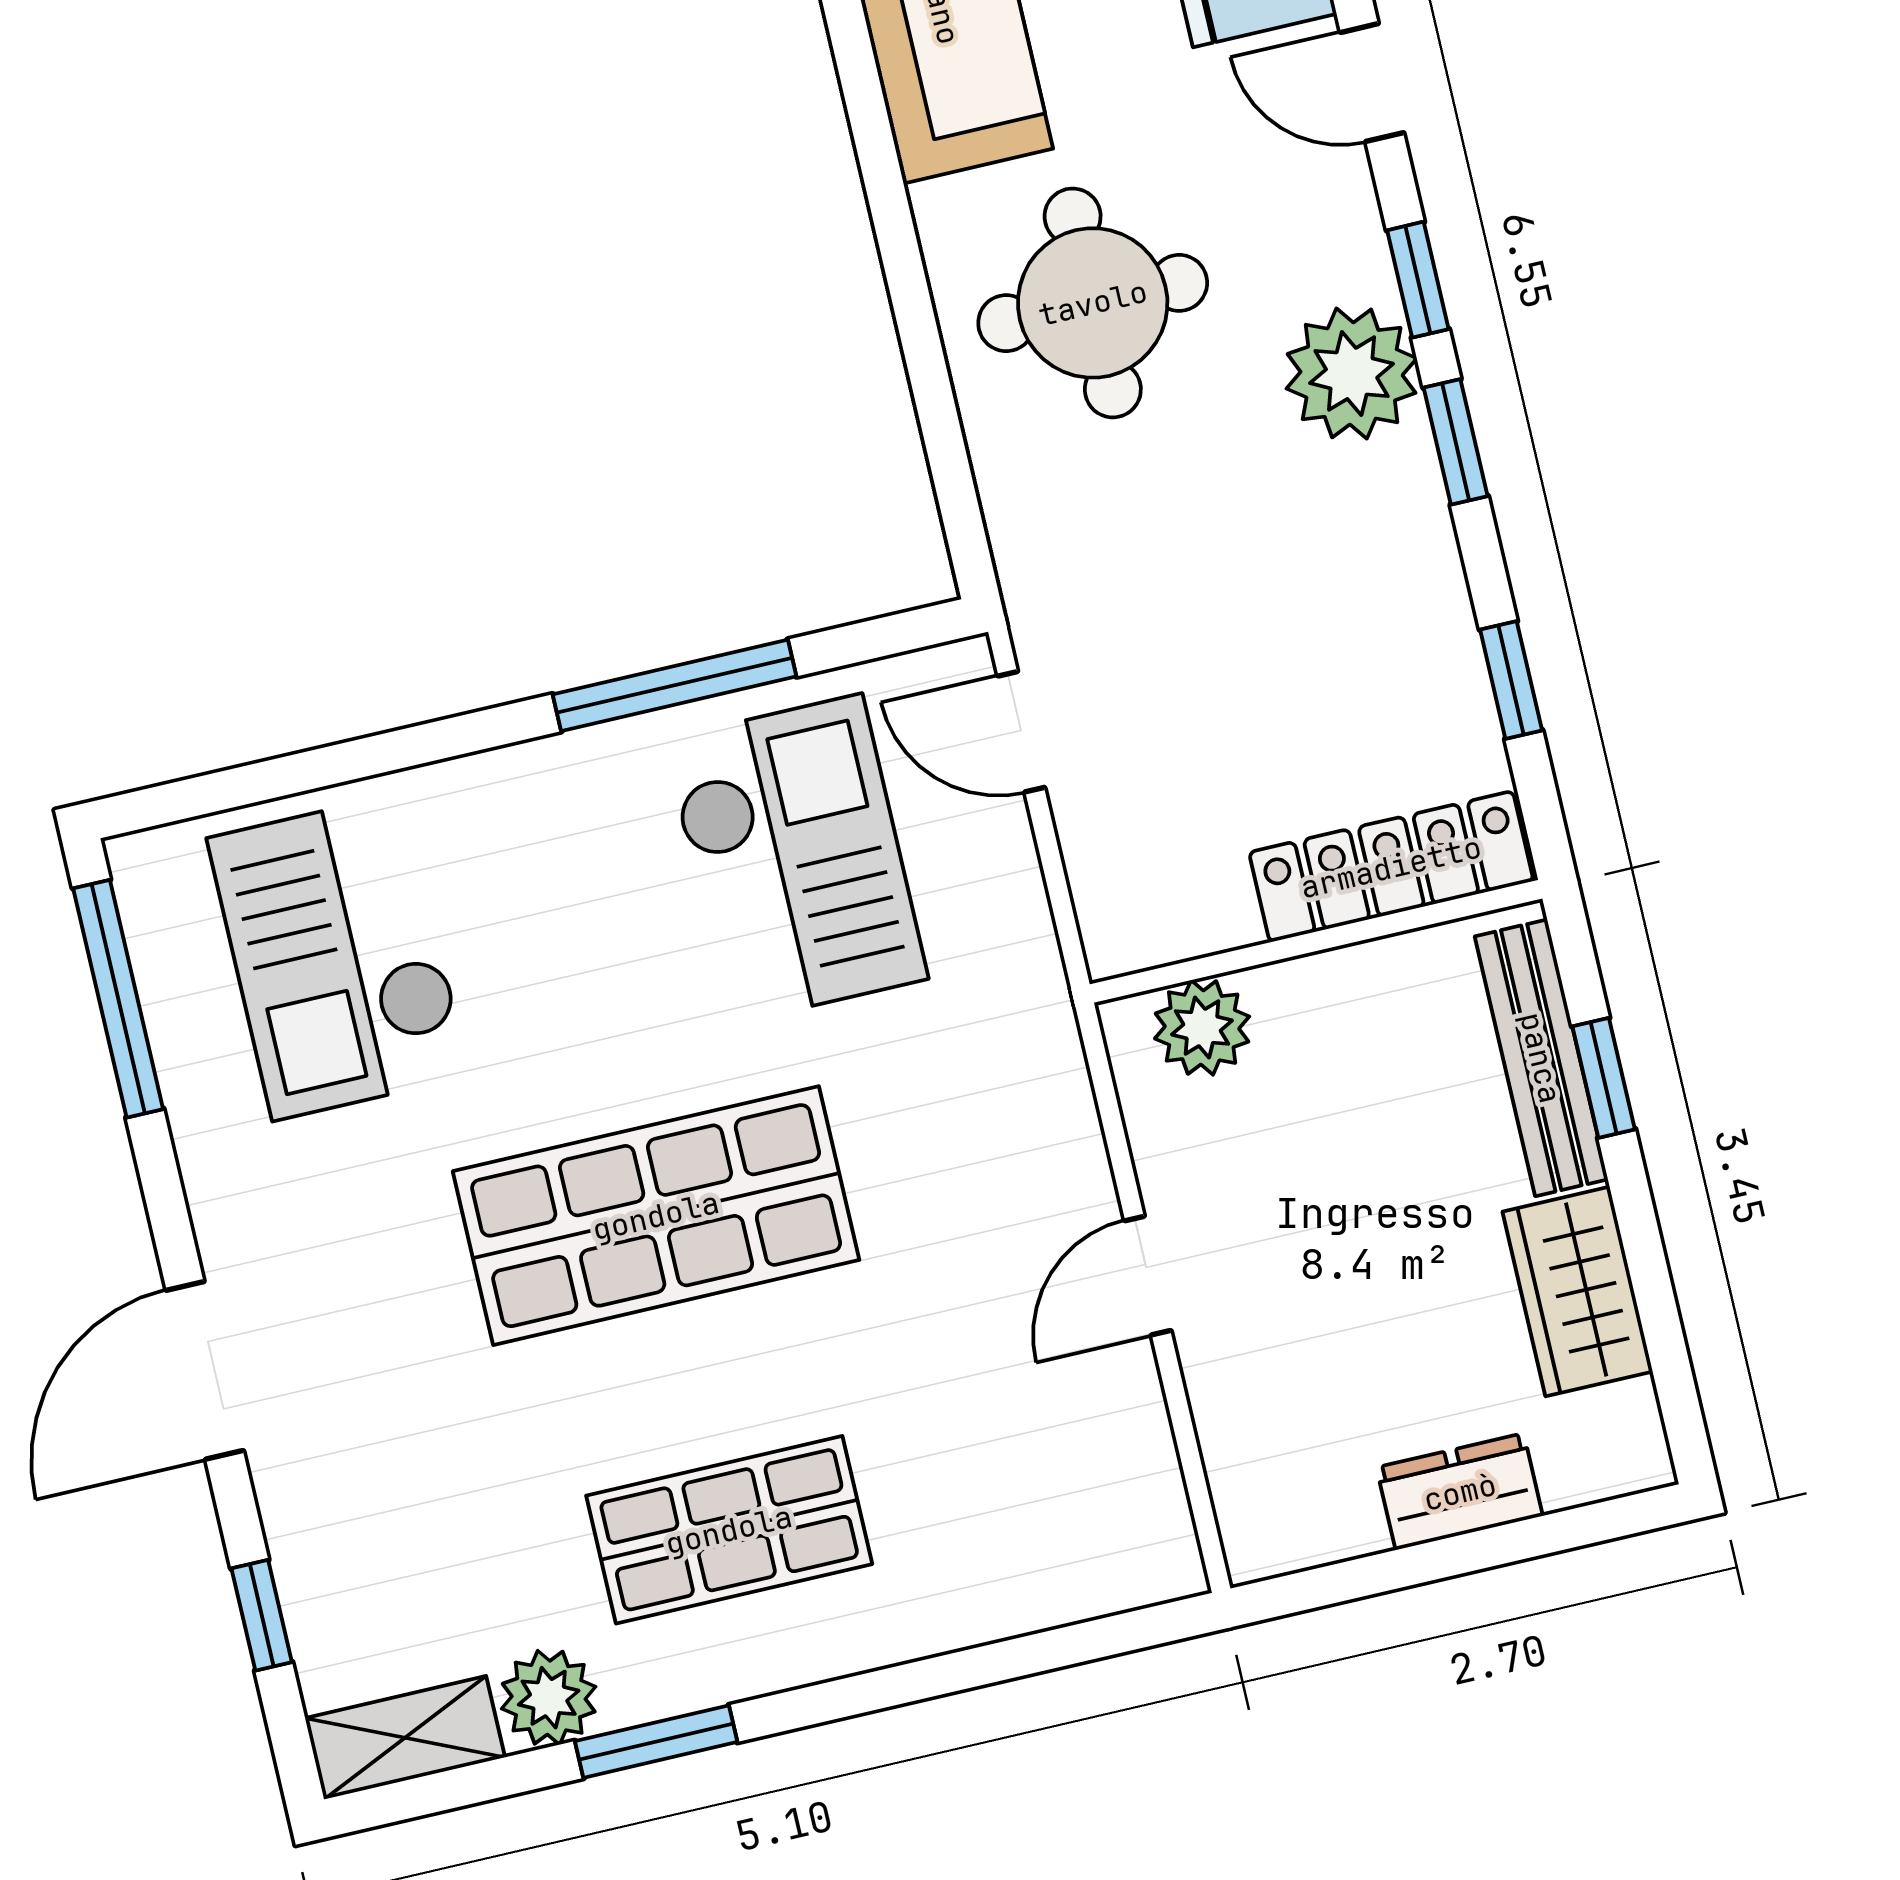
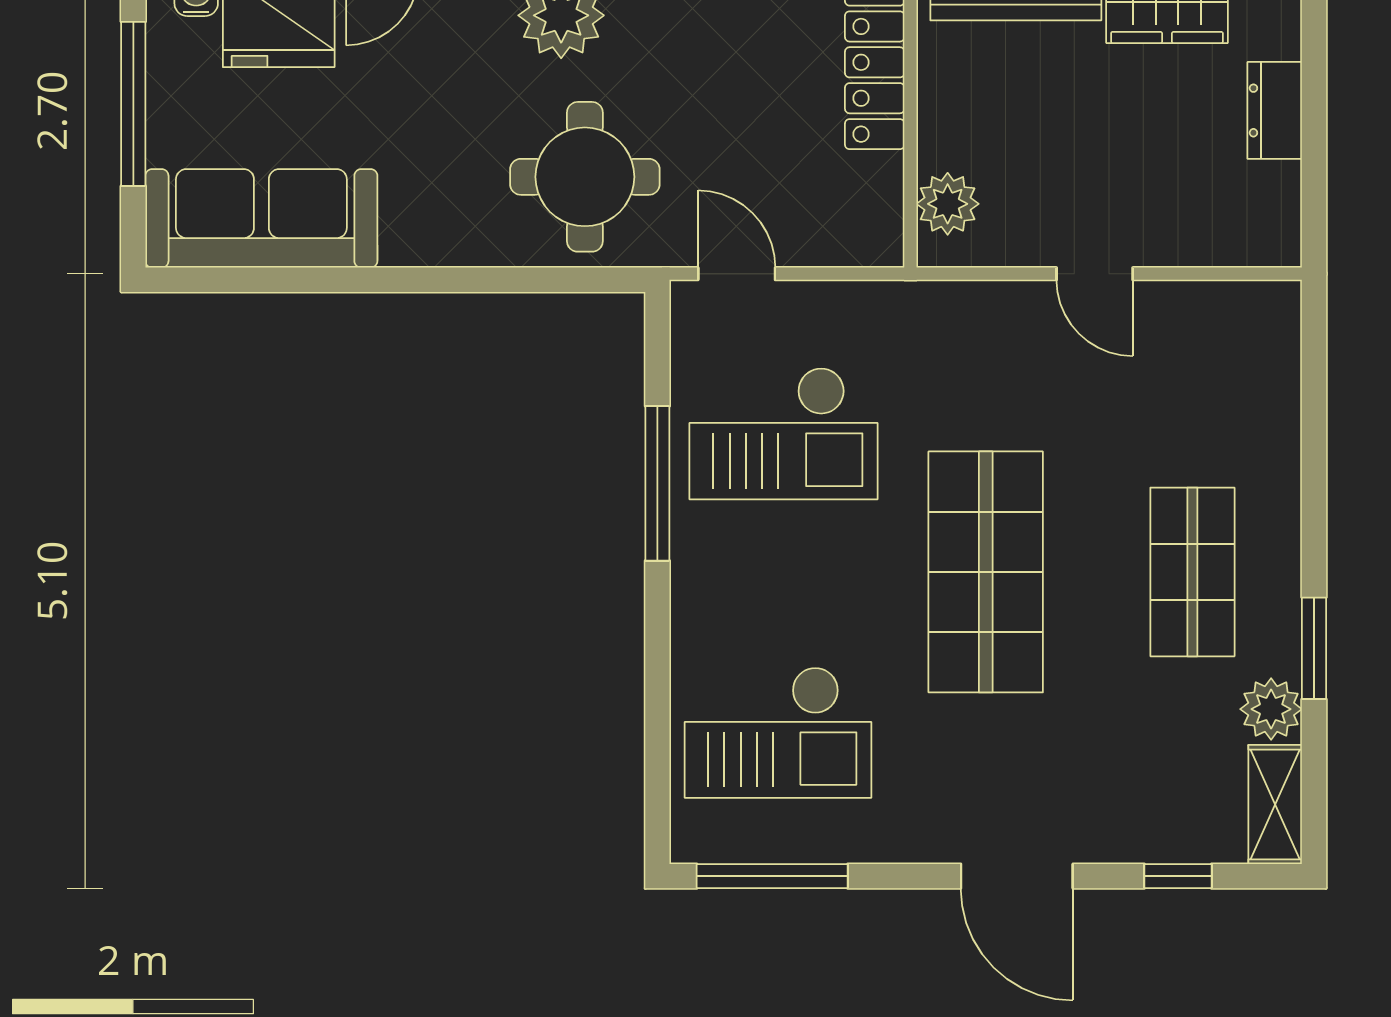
round table: (1093, 303) -> (585, 177), moved
door: (1021, 732) -> (737, 274), swing flipped
checkout: (795, 859) -> (783, 433), turned 180

